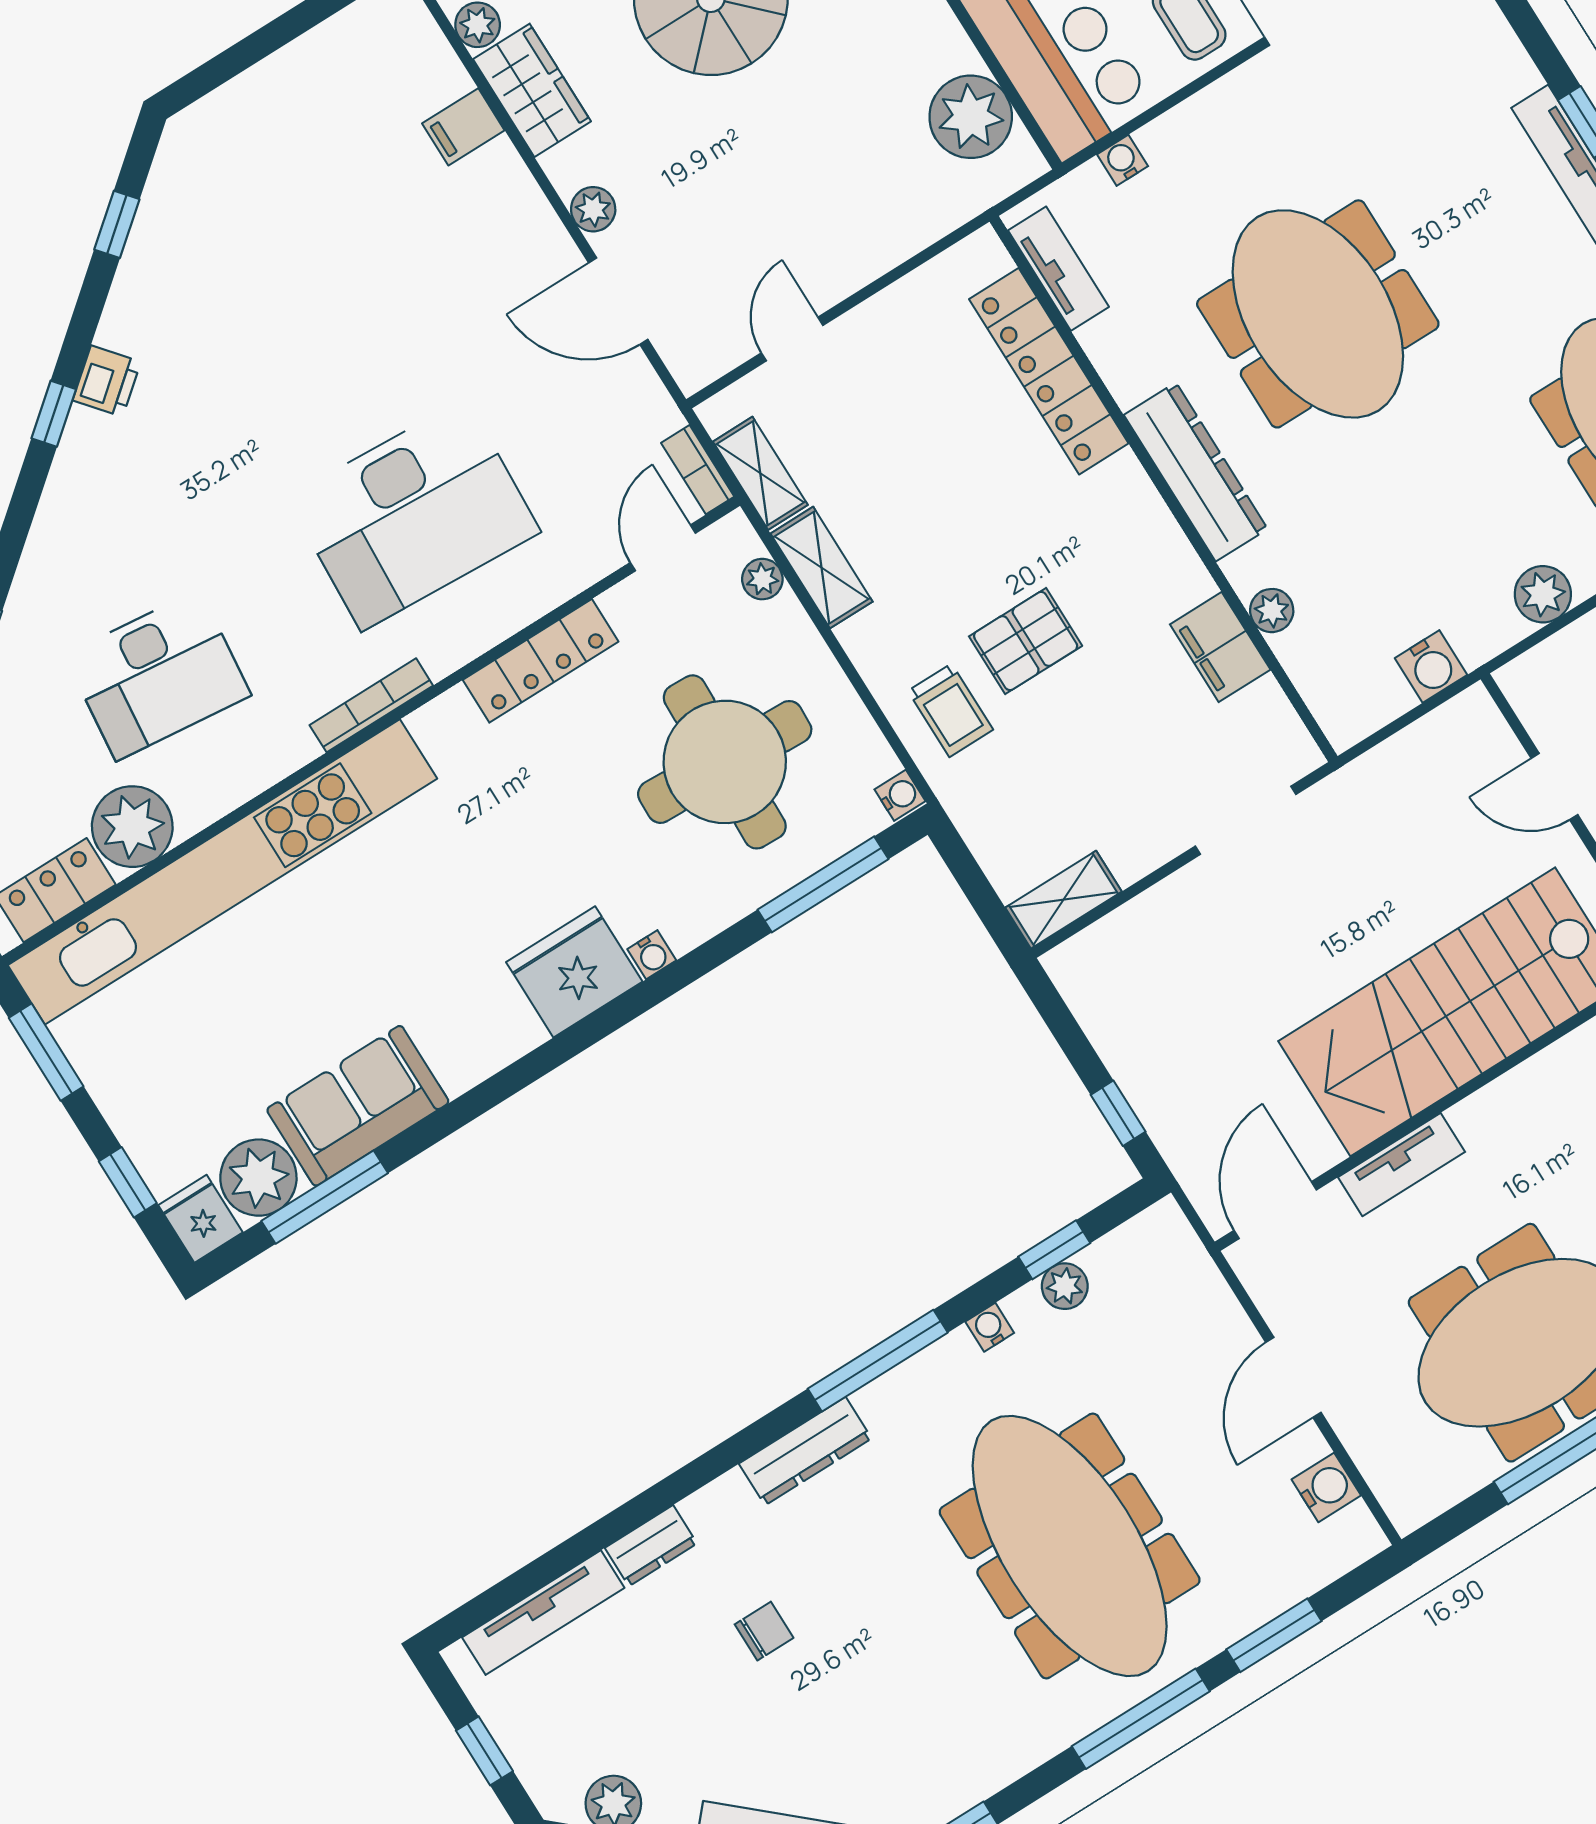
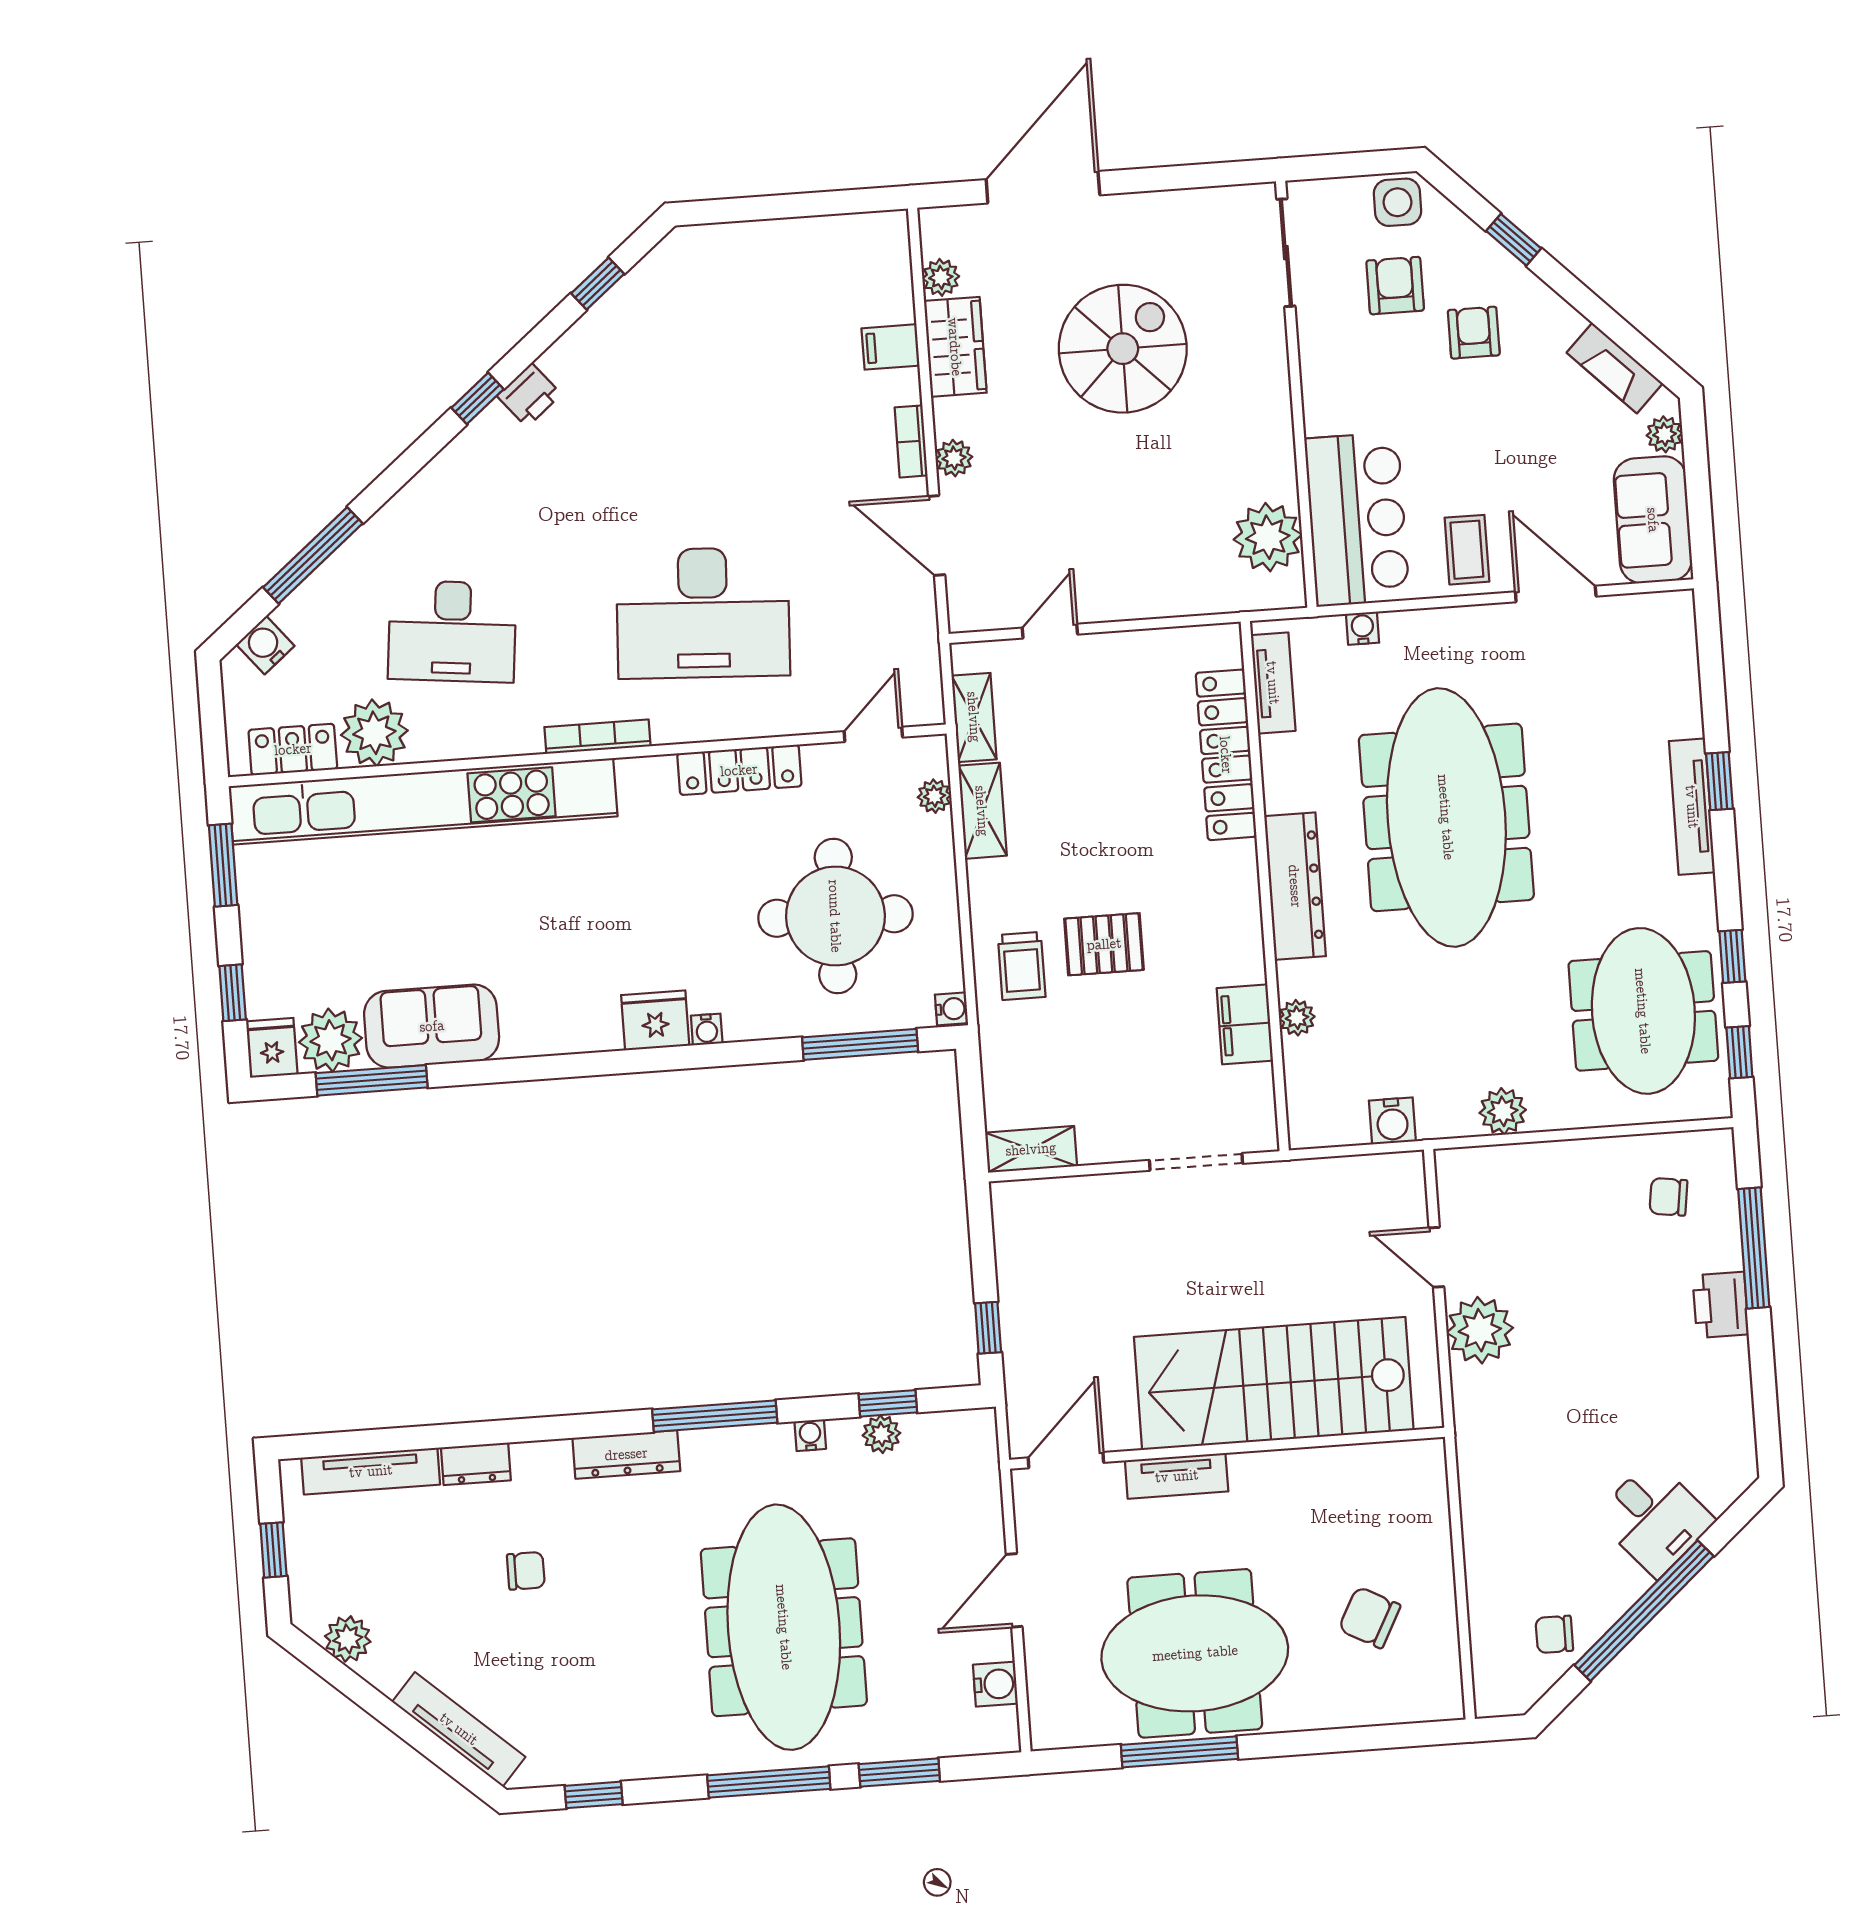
meeting table: (1318, 314) -> (1446, 817), width x1.36
bookcase: (698, 470) -> (911, 441), moved
fridge: (574, 972) -> (655, 1020), width x0.73, depth x0.75

